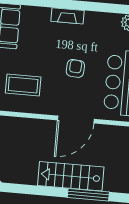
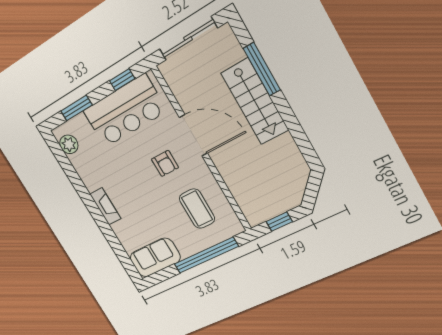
armchair: (75, 68) -> (165, 163), moved, turned -94

